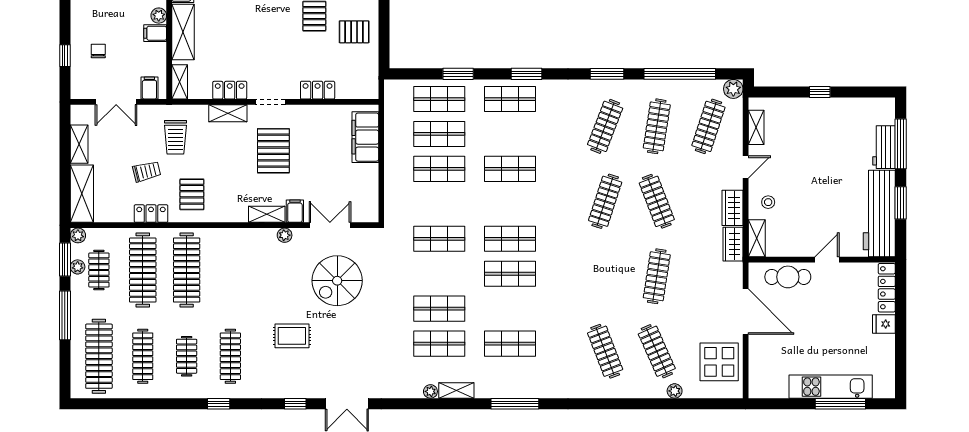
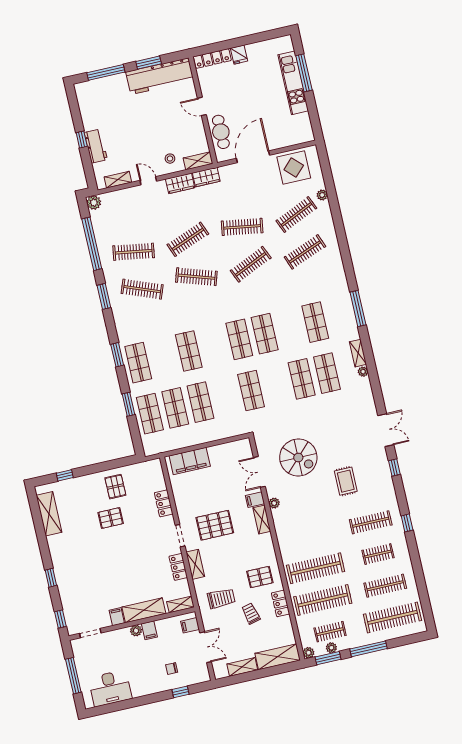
clothes rail: (708, 126) -> (251, 264), moved, turned -42
workbench: (884, 147) -> (96, 146), moved, turned -90

